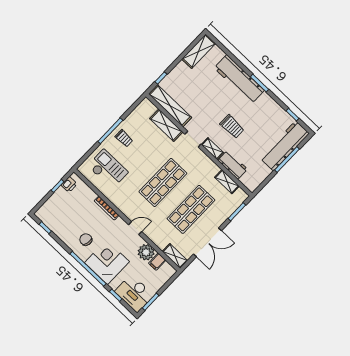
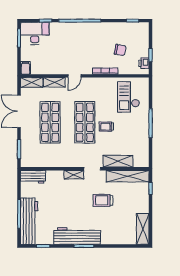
workbench: (239, 79) -> (77, 236), moved
trolley: (232, 127) -> (103, 200), moved
trolley: (124, 138) -> (106, 127), moved
workbench: (233, 165) -> (33, 177), moved
checkout: (108, 169) -> (129, 97), turned 90
shelving: (227, 182) -> (54, 82), moved
chair: (86, 240) -> (120, 50), moved
plant: (146, 252) -> (53, 67), removed
corner desk: (107, 262) -> (72, 37), removed
filing cabinet: (157, 262) -> (25, 68), moved

